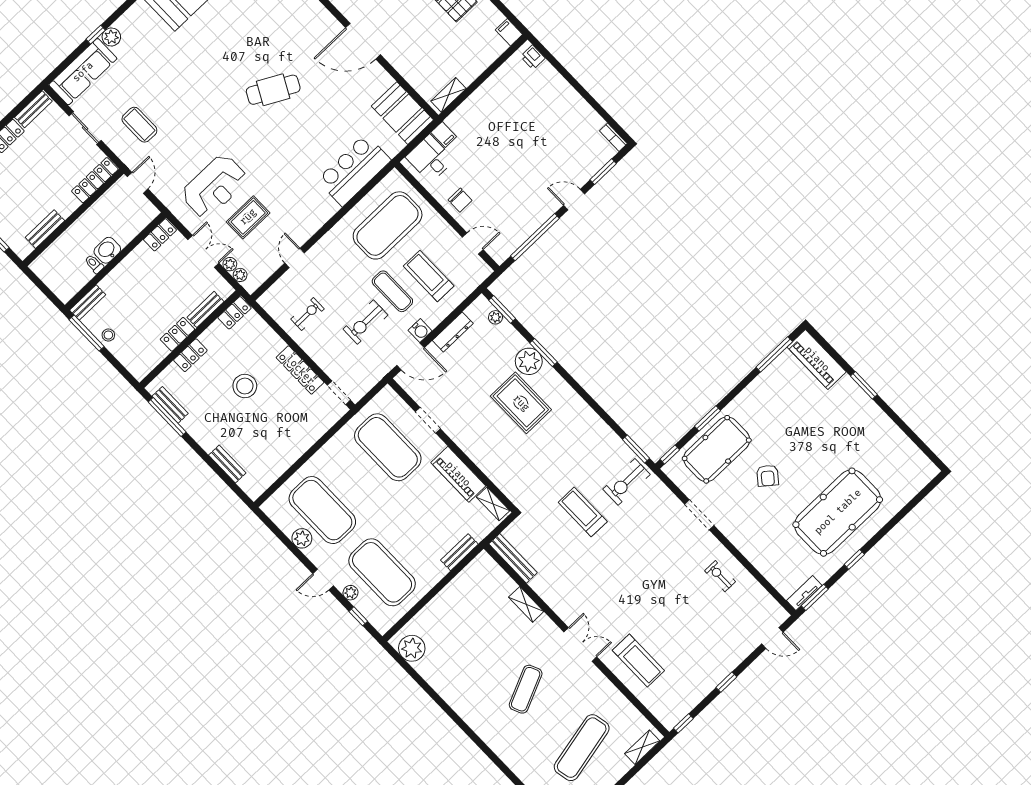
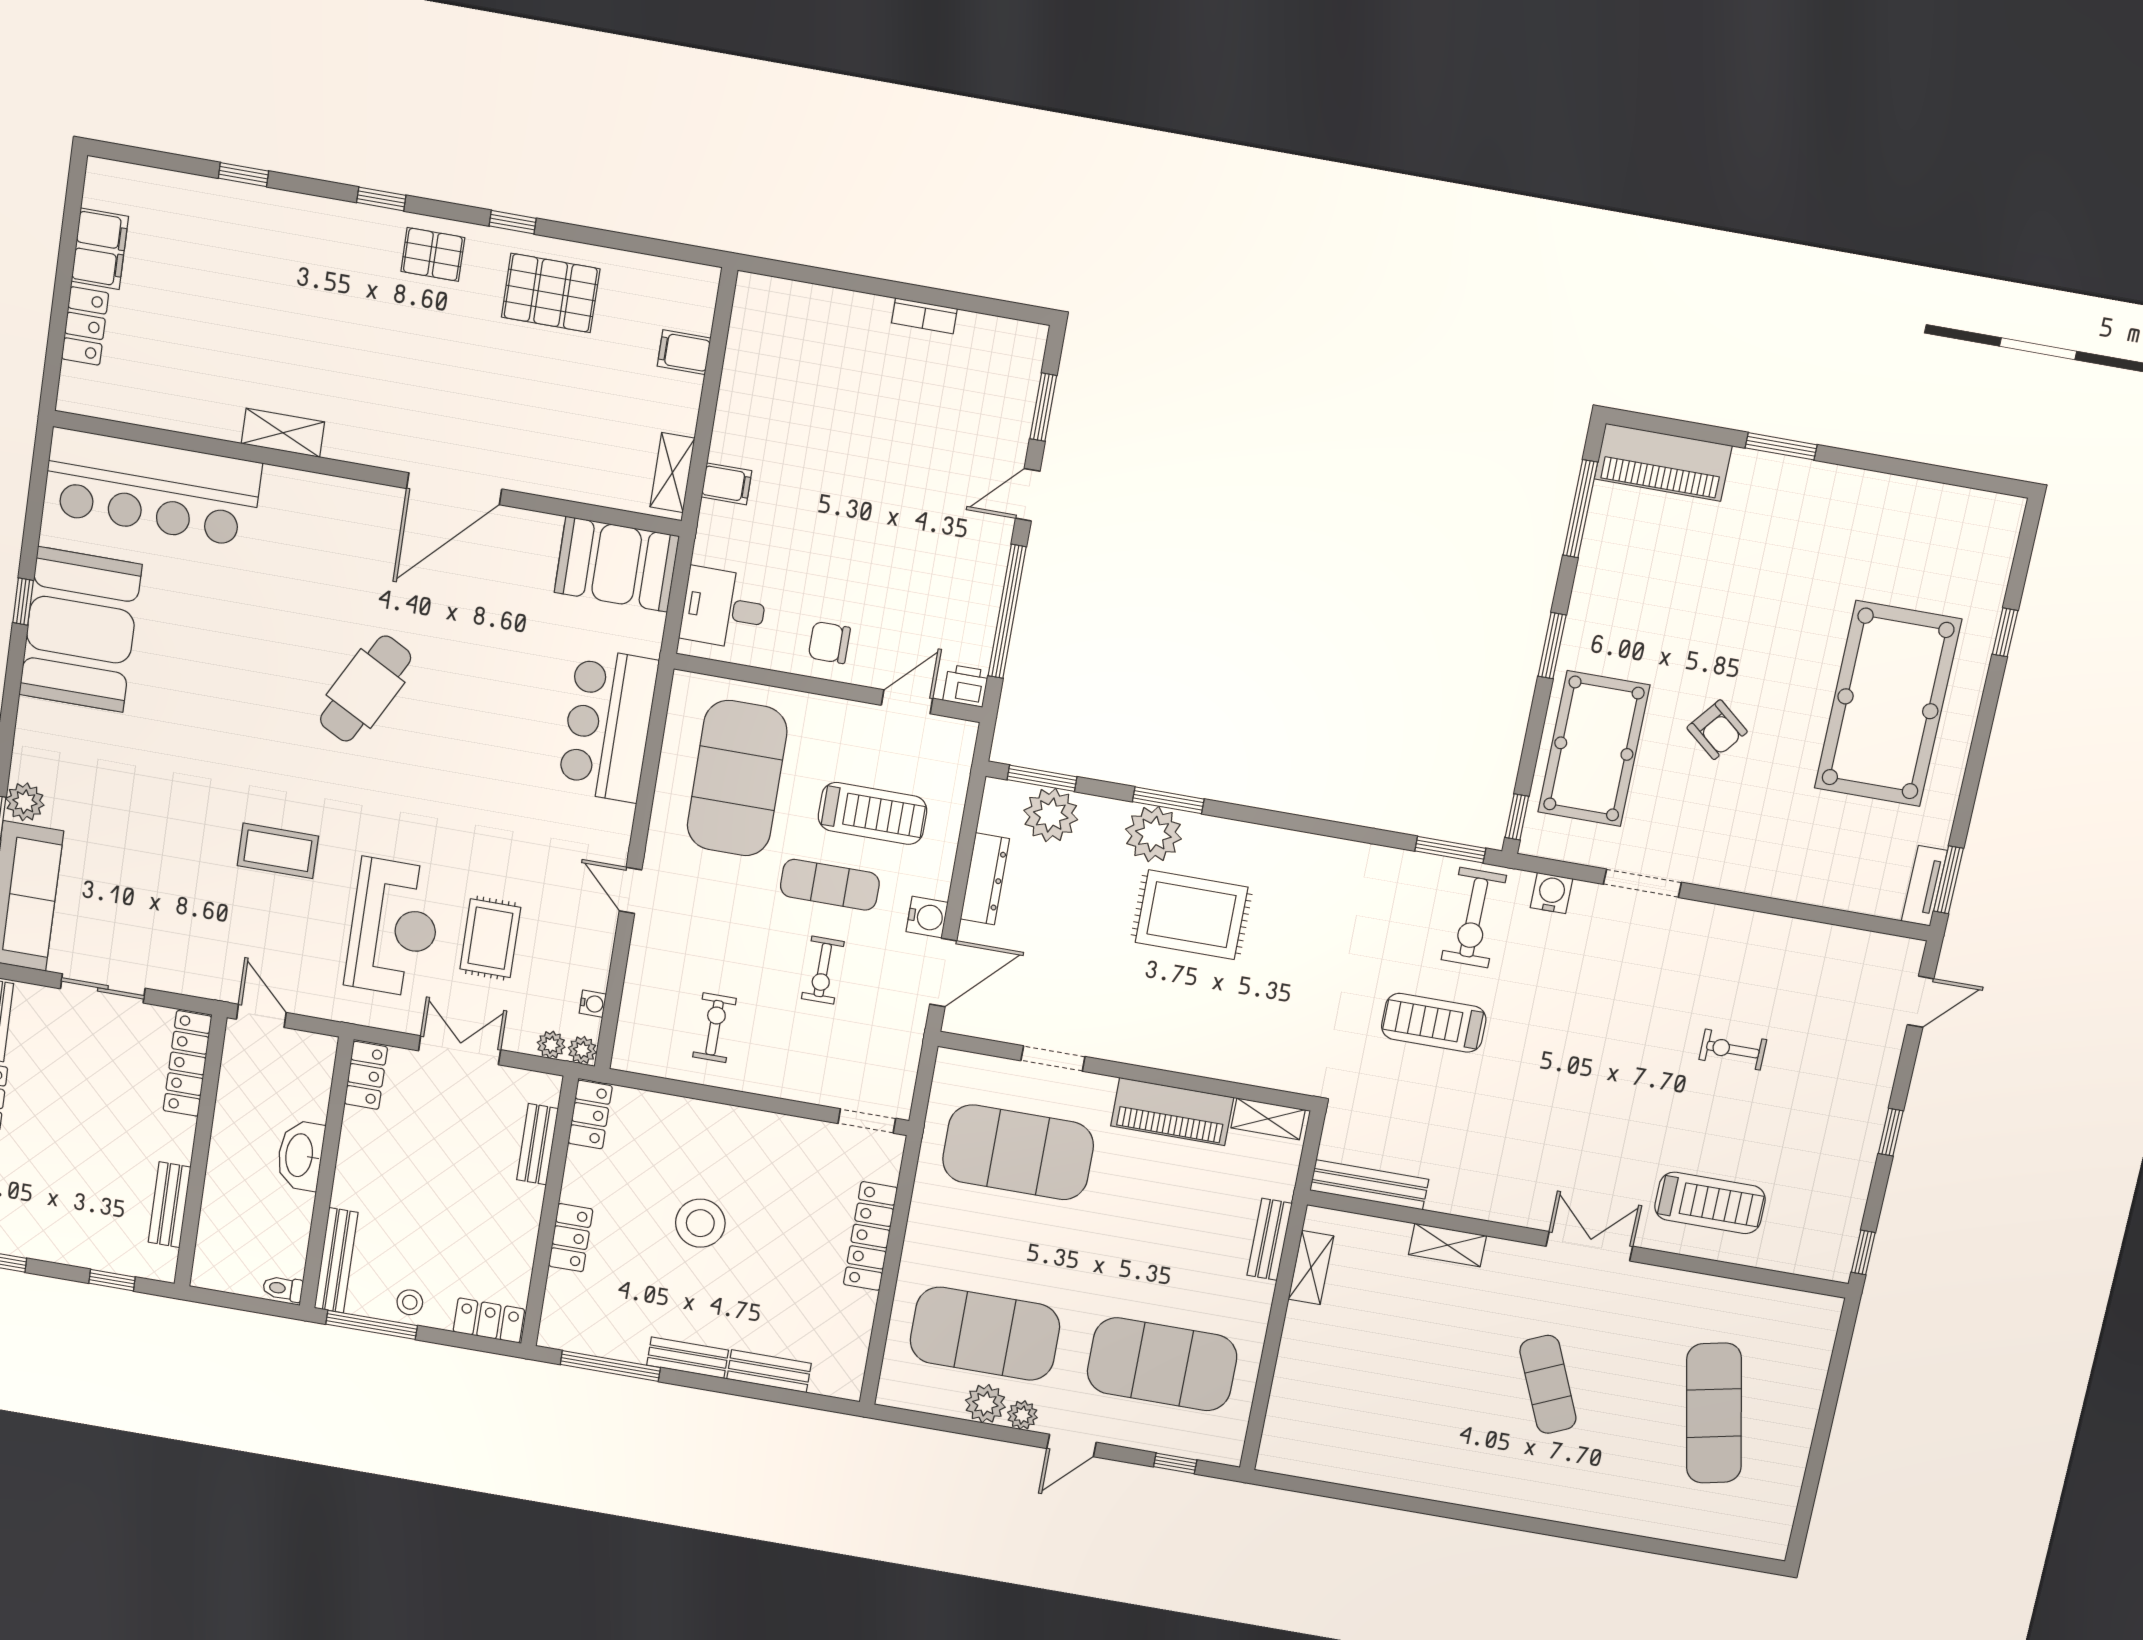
filing cabinet: (509, 32) -> (684, 352), moved
printer: (533, 57) -> (966, 686), moved, turned 180
coffee table: (139, 125) -> (278, 851), moved
filing cabinet: (444, 134) -> (726, 484), moved
bookcase: (613, 137) -> (924, 316), moved
chair: (460, 200) -> (829, 643), turned 180
washbasin: (107, 250) -> (300, 1155), width x1.38
door: (295, 258) -> (630, 890), moved
toilet: (94, 264) -> (283, 1289), moved
plant: (230, 264) -> (582, 1050), moved
water cooler: (268, 271) -> (593, 1004), added
treadmill: (429, 276) -> (872, 813), turned 180
bench: (88, 302) -> (336, 1260), width x1.36
plant: (496, 317) -> (1051, 815), width x1.87, depth x1.87
exercise bike: (365, 322) -> (823, 970), width x0.73, depth x0.72
locker: (177, 334) -> (489, 1320), moved, turned 90
locker: (300, 370) -> (870, 1236), moved, turned 90
bench: (170, 405) -> (688, 1358), moved
window: (708, 418) -> (1552, 646), moved
water cooler: (662, 494) -> (1551, 893), added
window: (854, 559) -> (2005, 632), moved
exercise bike: (720, 576) -> (1733, 1050), moved
plant: (351, 593) -> (1022, 1415), moved
plant: (412, 648) -> (1304, 1452), removed
shelving: (642, 747) -> (1311, 1268), moved

